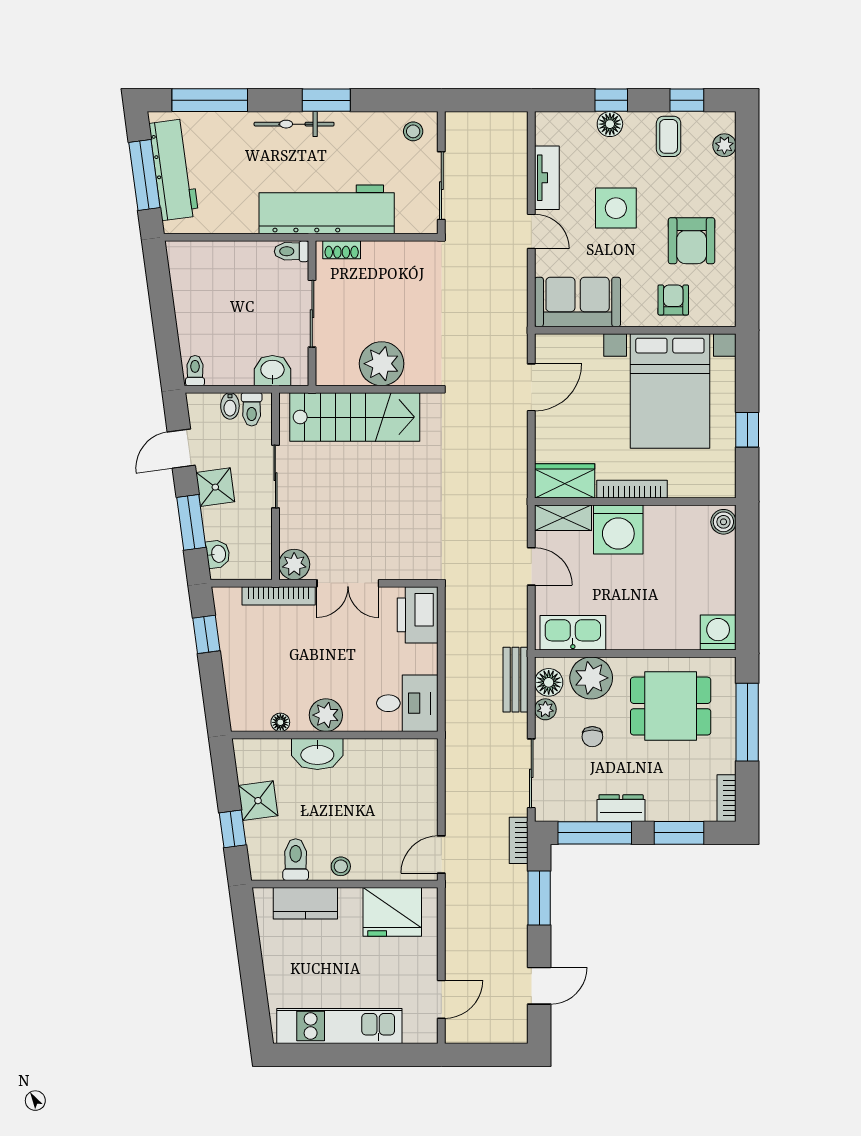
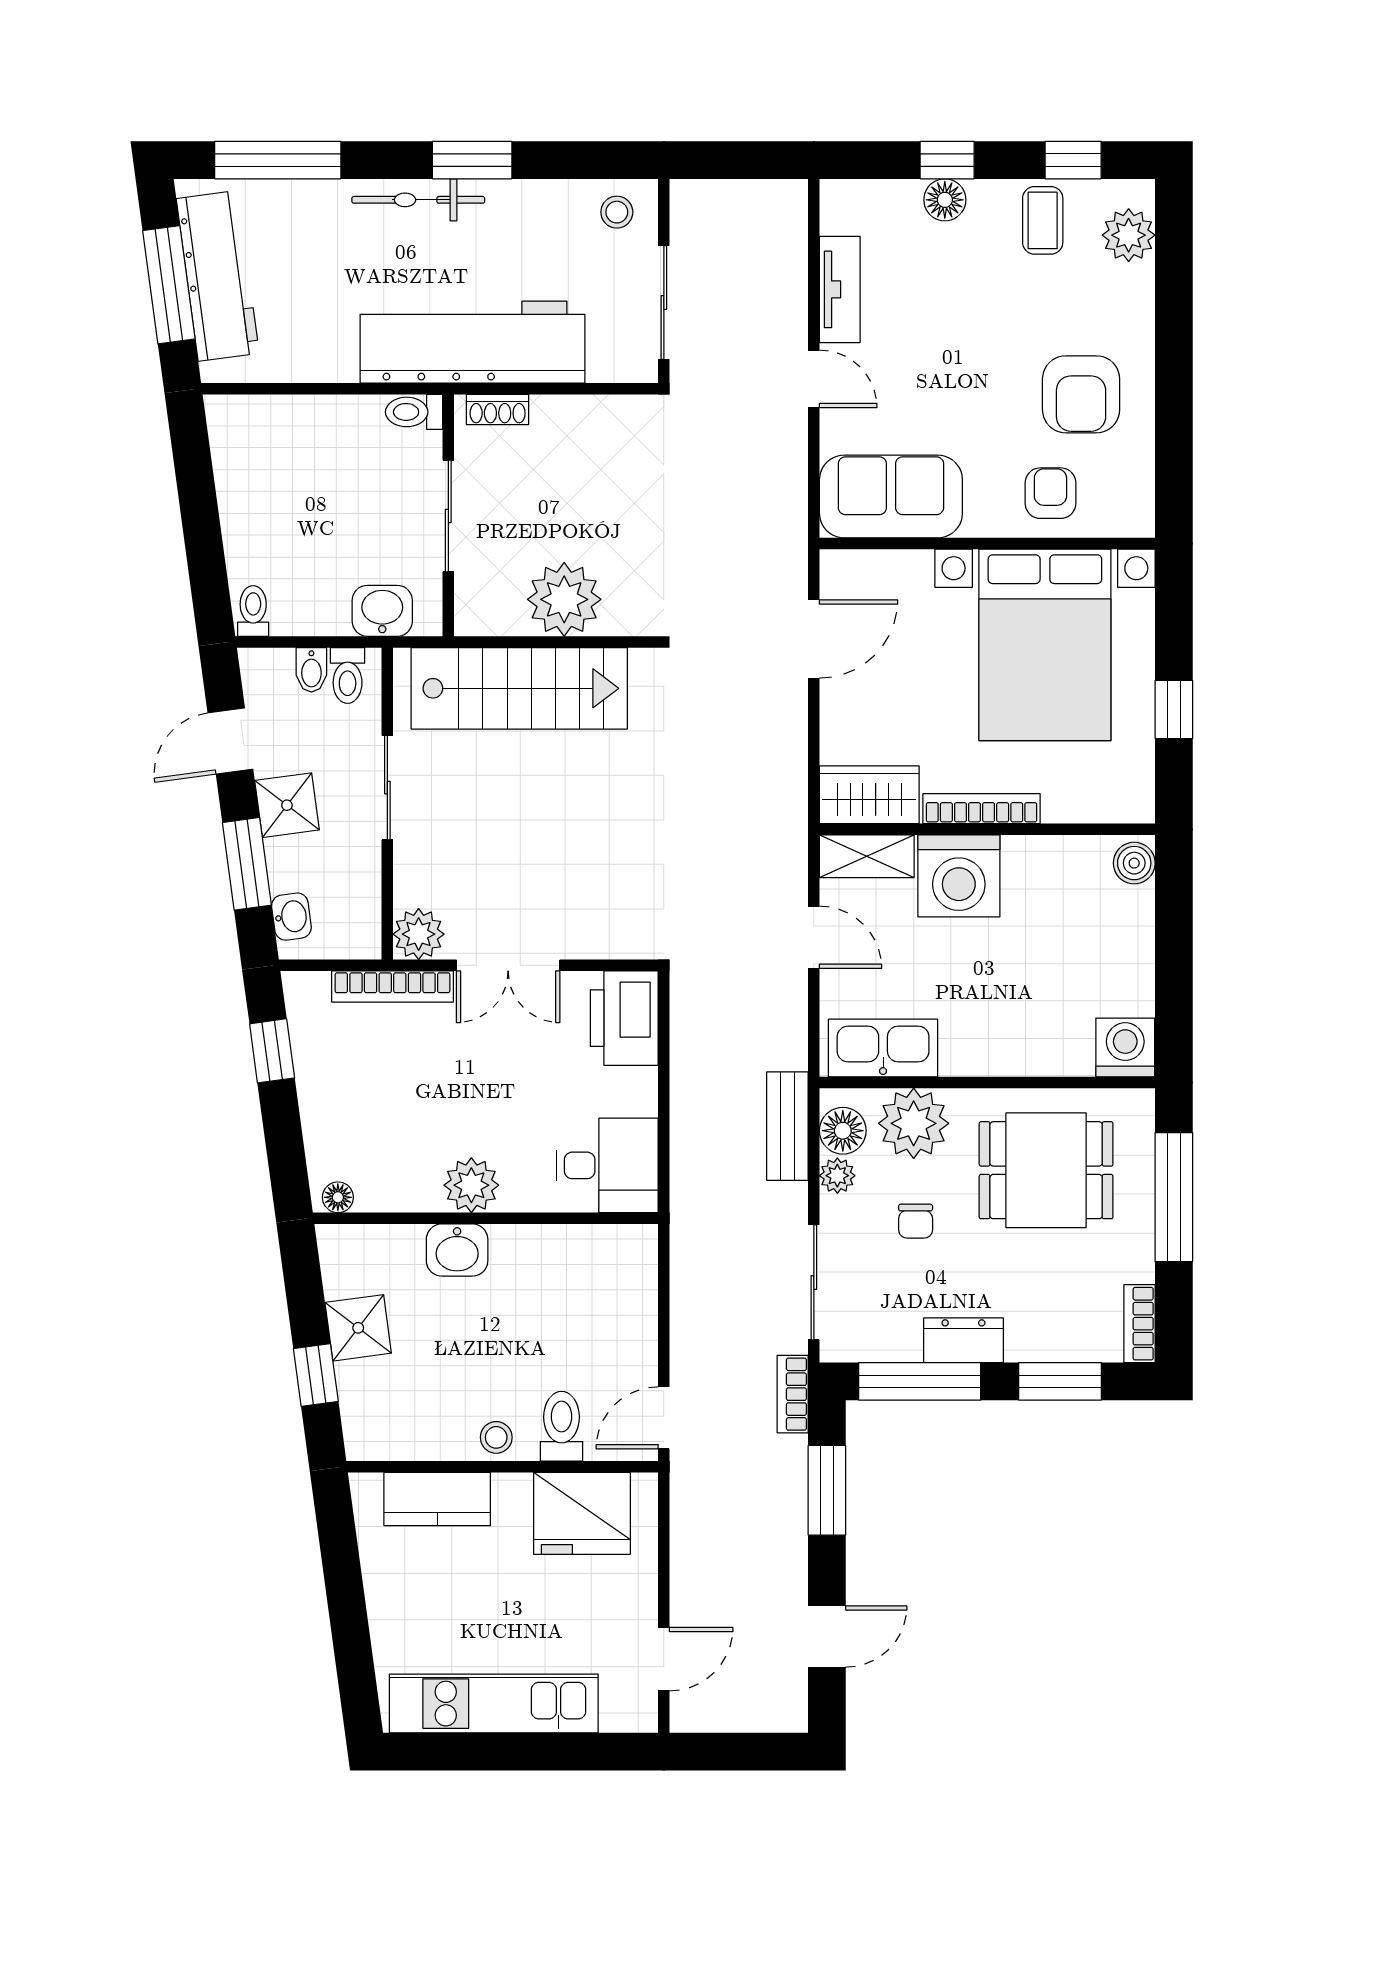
plant: (724, 145) -> (1129, 235), width x1.38, depth x1.38
side table: (616, 208) -> (955, 340), removed
floor lamp: (280, 722) -> (338, 1197), moved
washbasin: (317, 754) -> (457, 1250), width x0.72
toilet: (296, 860) -> (562, 1426), moved

